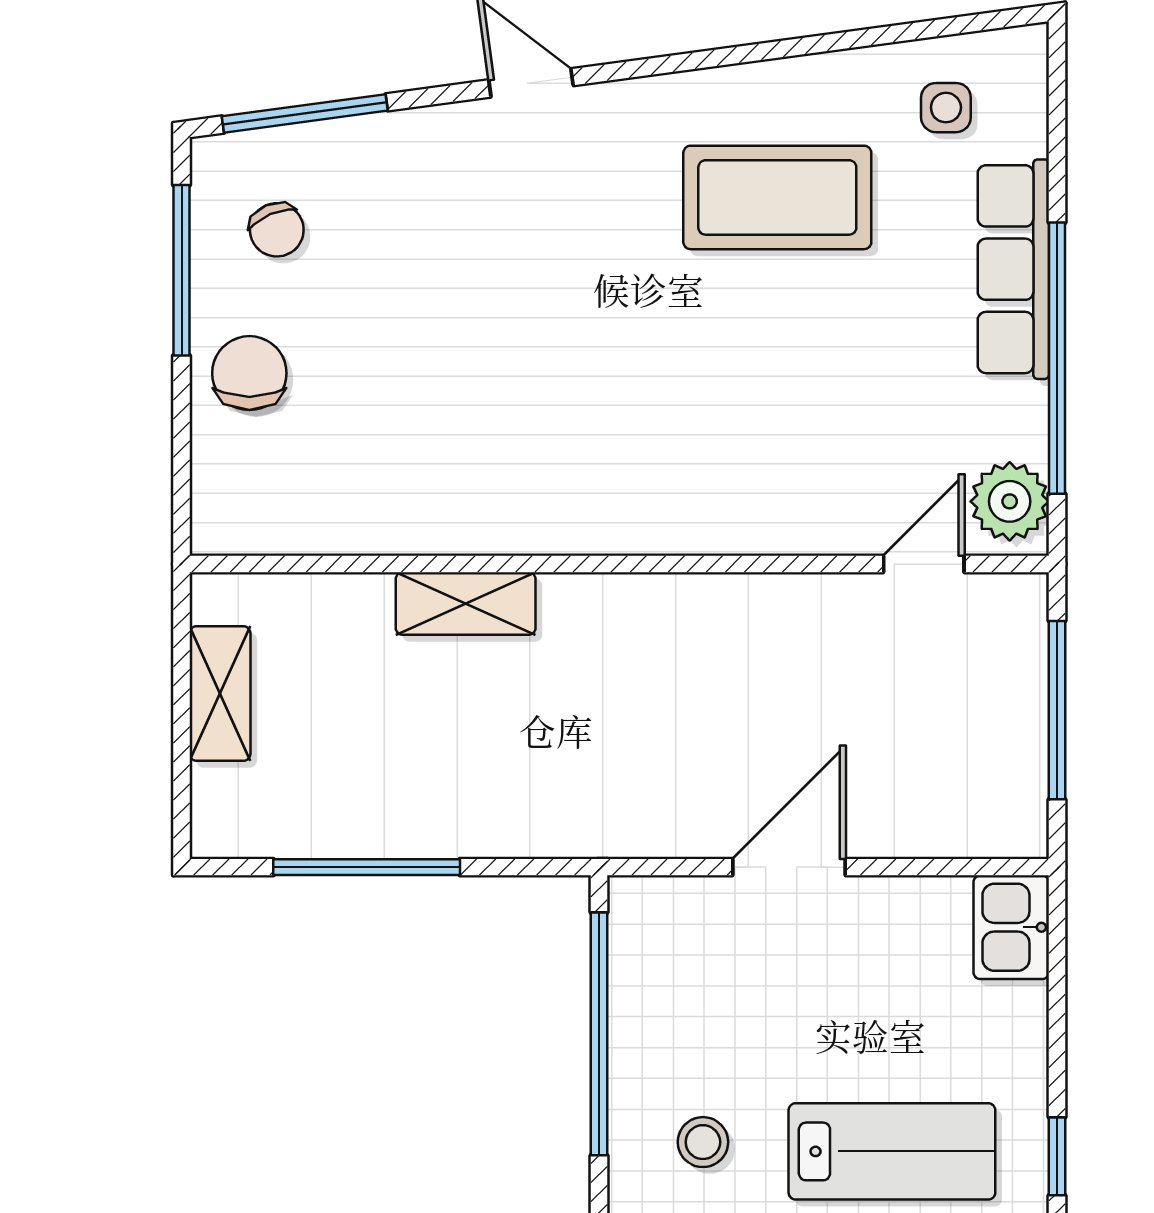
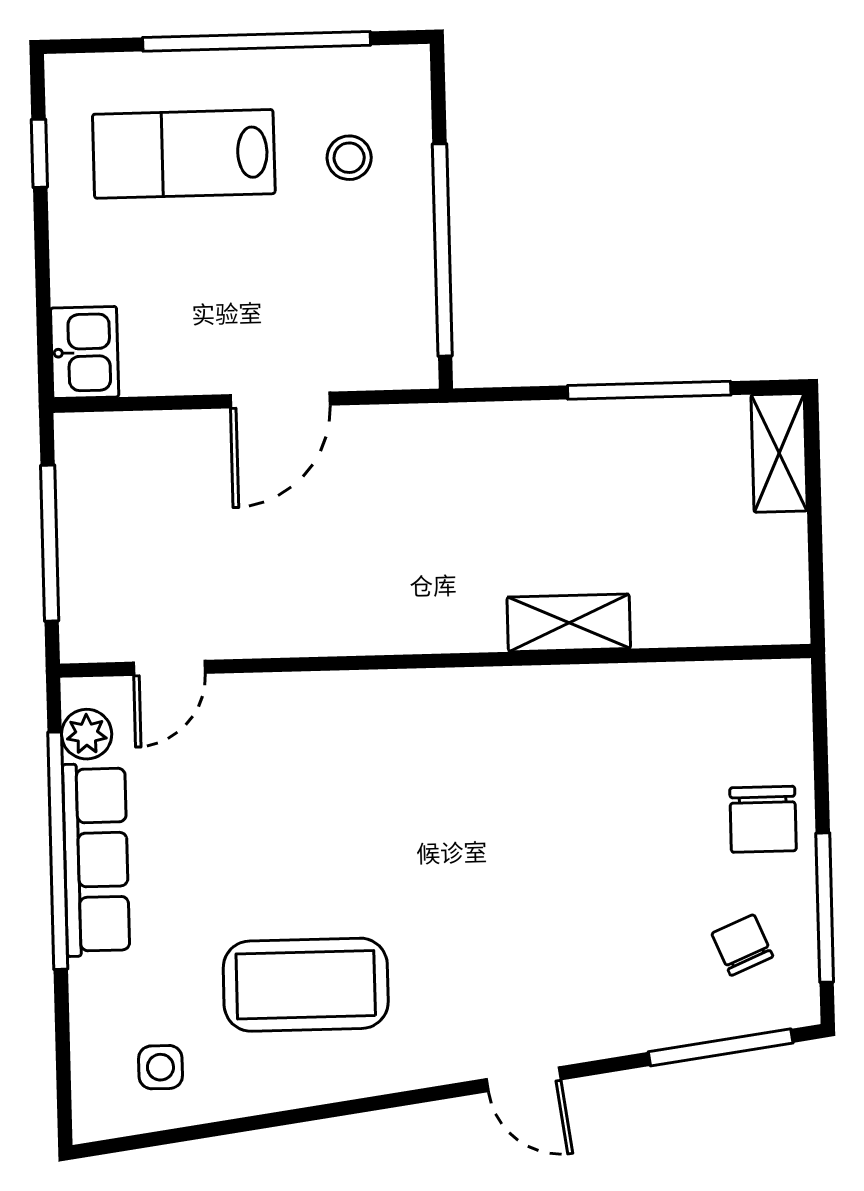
row of seats: (1013, 269) -> (96, 860), moved
plant: (1010, 501) -> (87, 734), width x0.73, depth x0.73
shelving: (220, 693) -> (779, 453), moved

